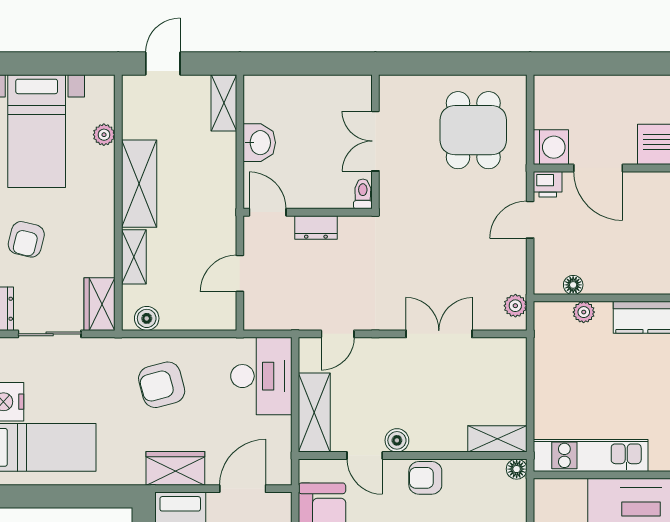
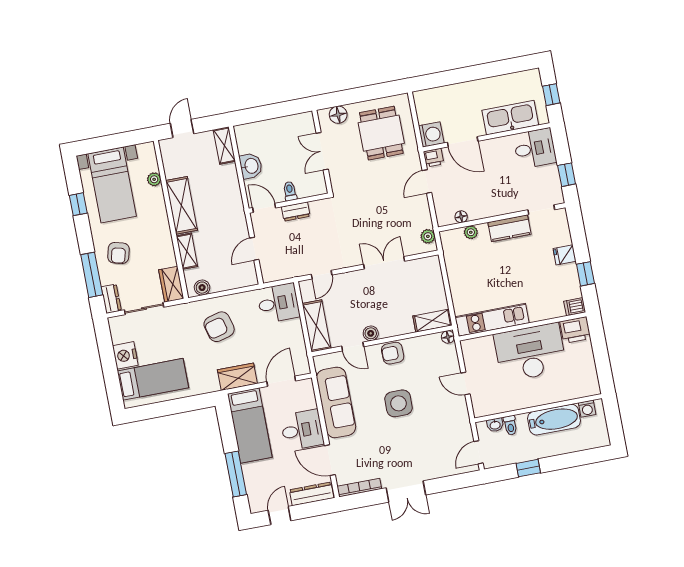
floor lamp: (411, 89) -> (338, 115), added
toilet: (363, 194) -> (290, 191), moved
desk: (261, 376) -> (278, 303), width x0.73

